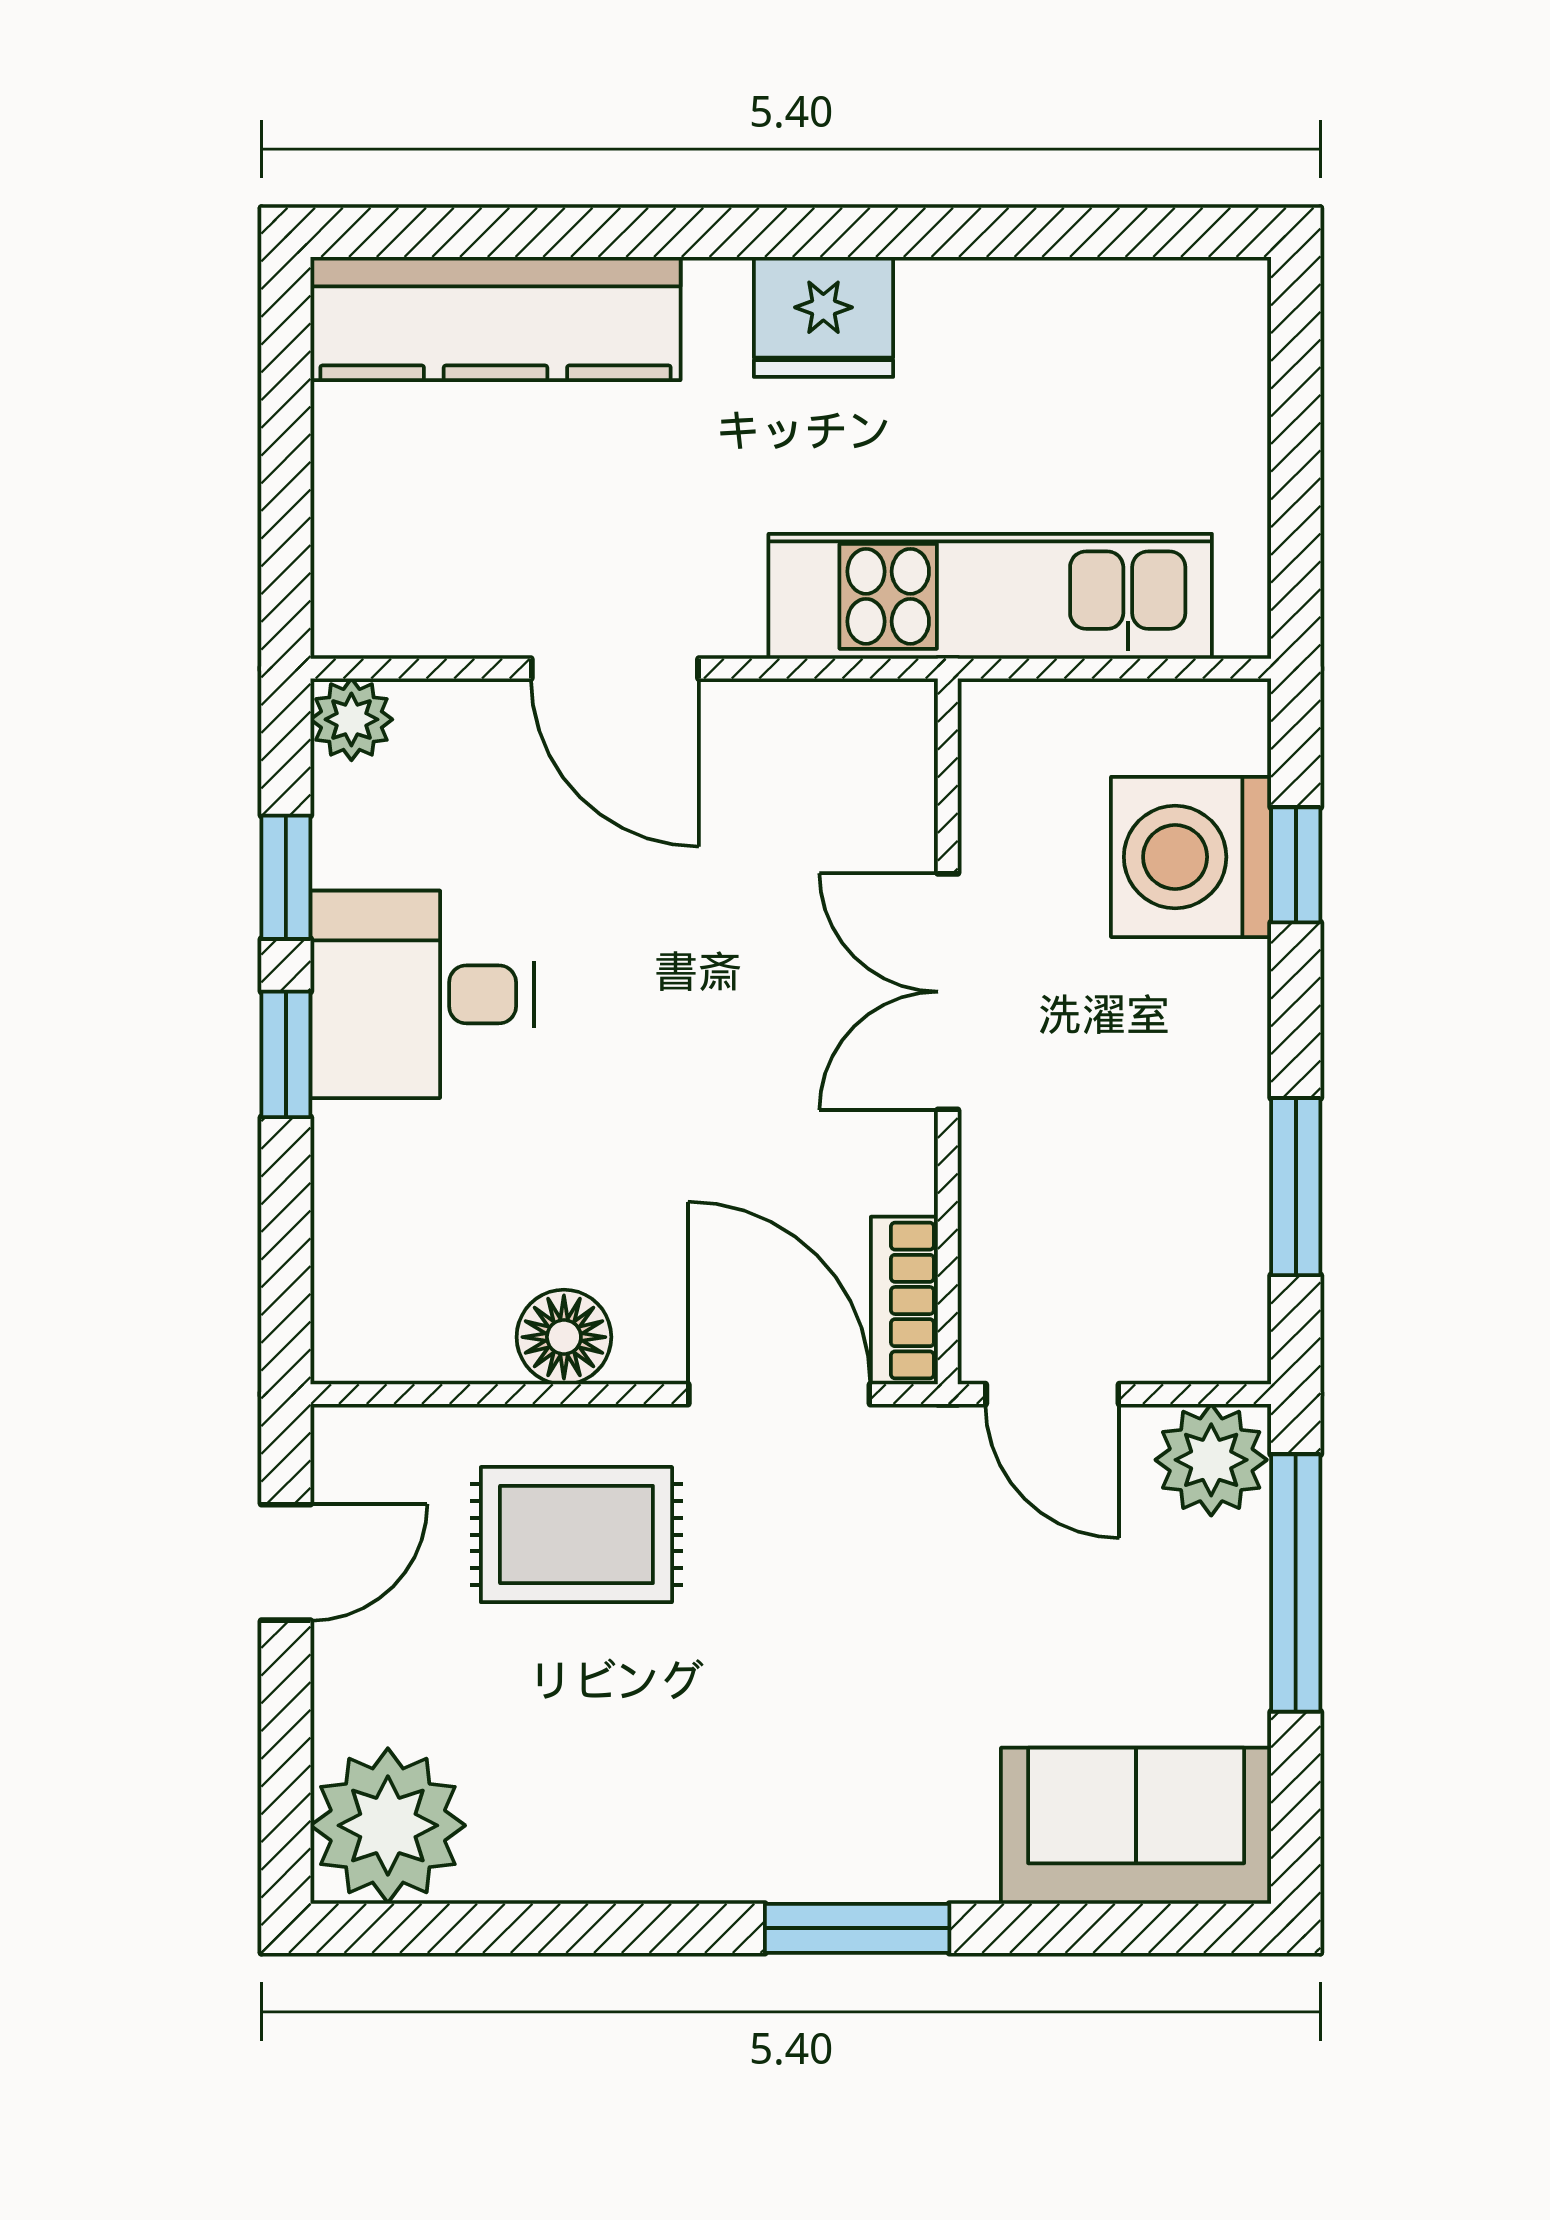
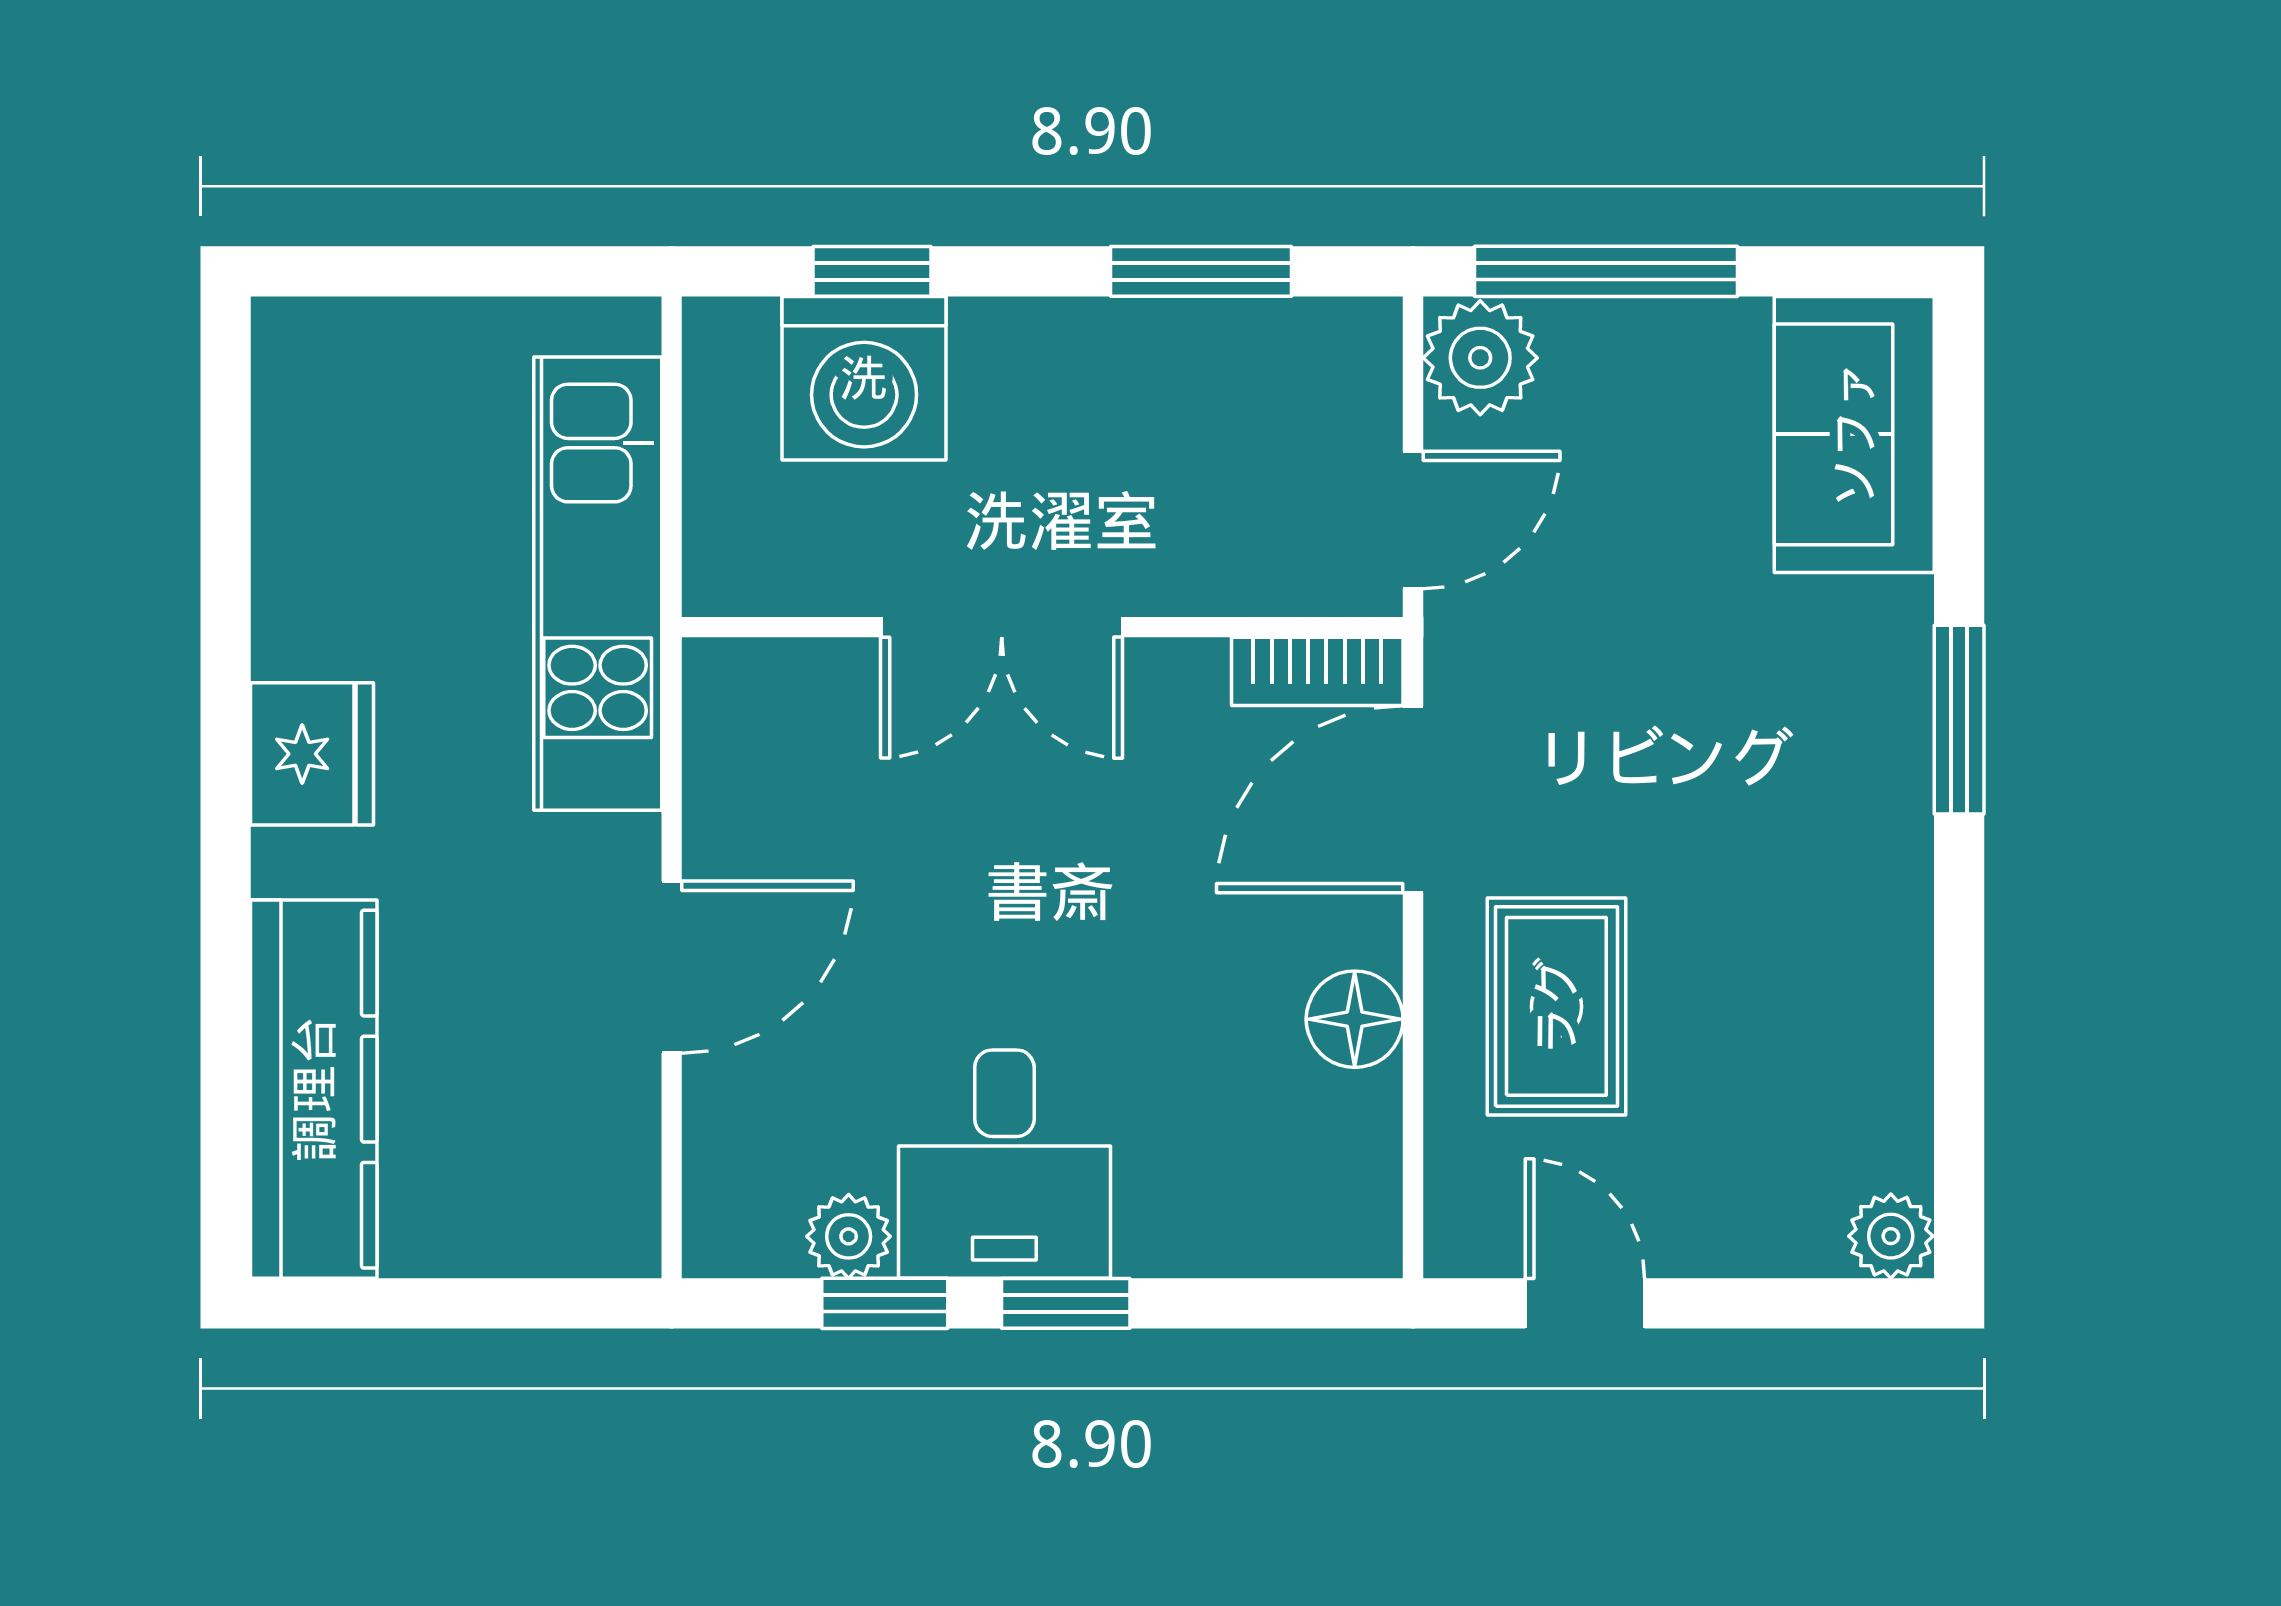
plant: (351, 719) -> (849, 1236), moved
plant: (388, 1825) -> (1891, 1236), width x0.53, depth x0.53

